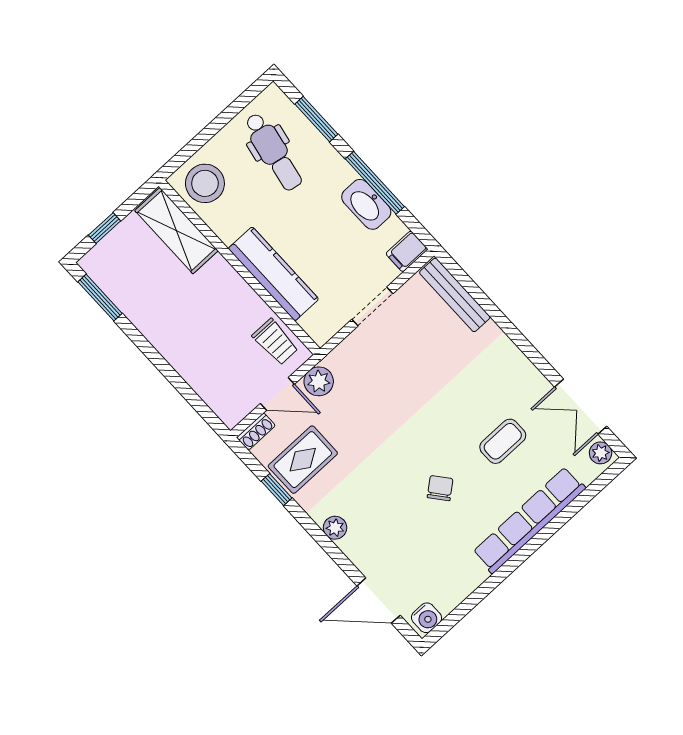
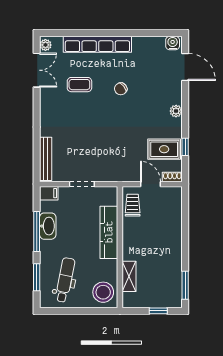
shelving: (176, 231) -> (129, 276), width x0.67, depth x0.75
plant: (319, 381) -> (130, 174), removed

